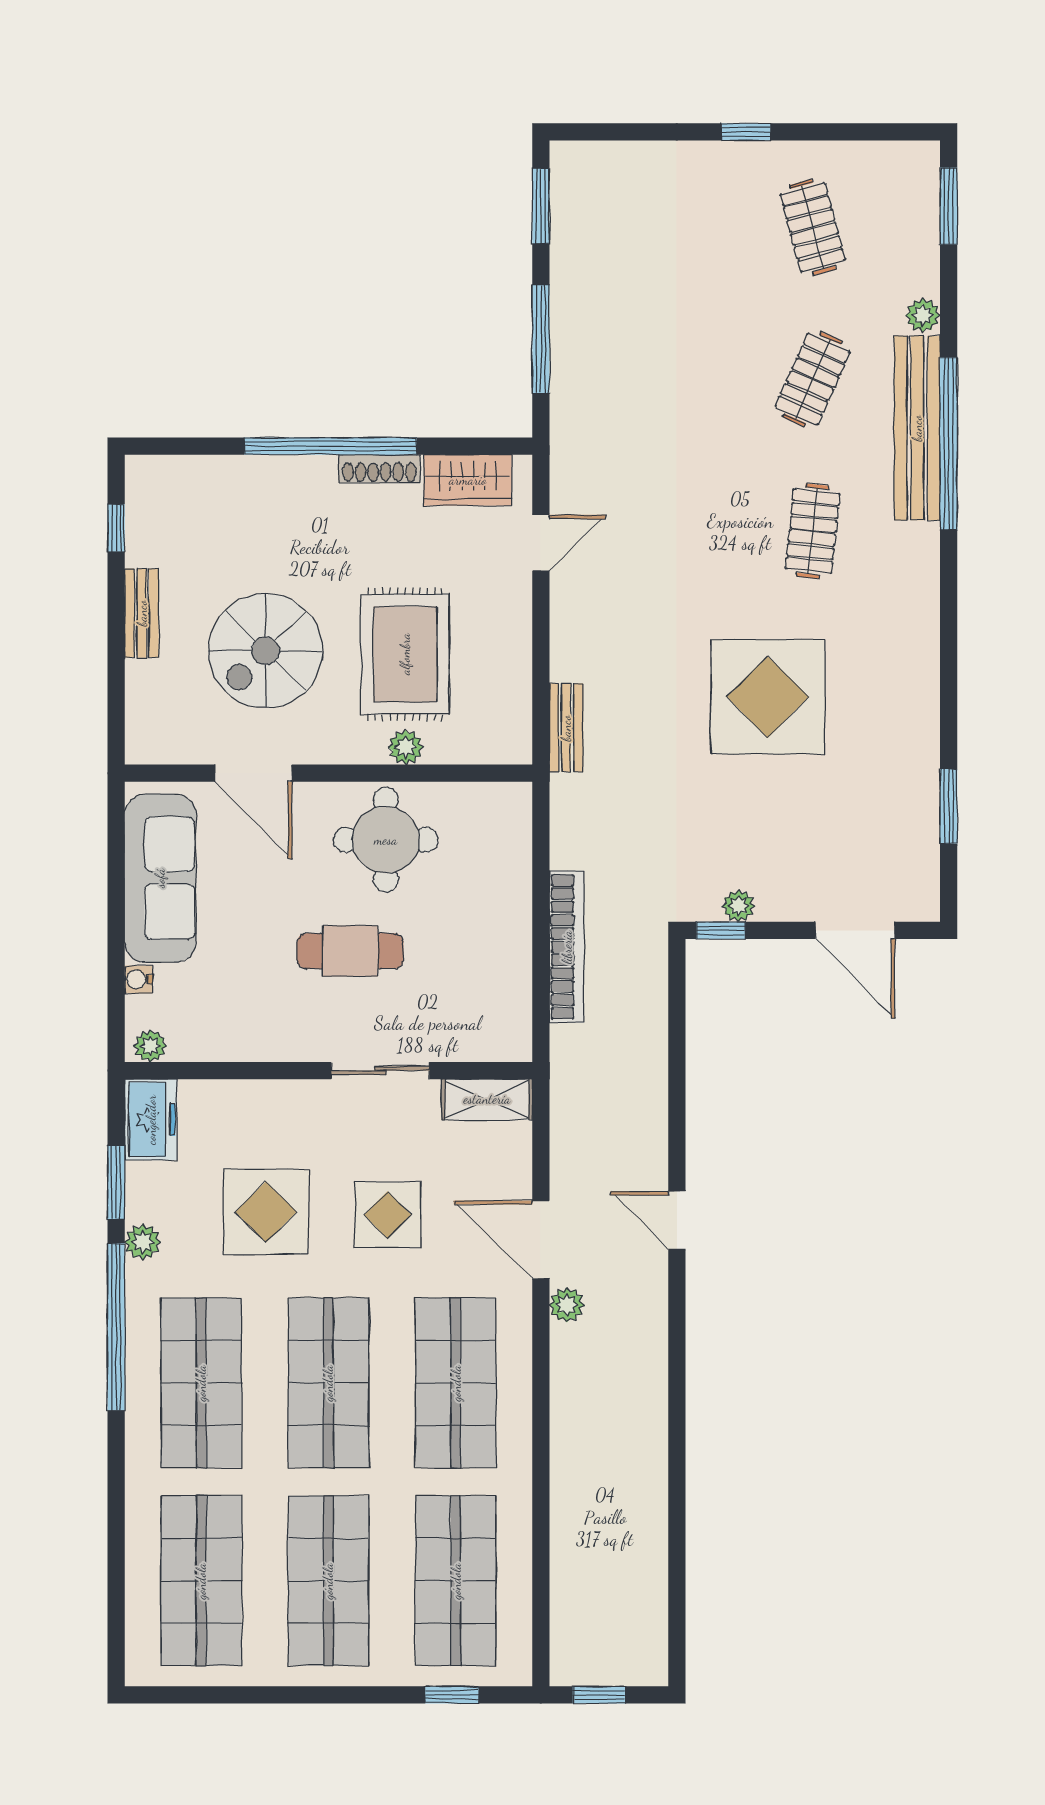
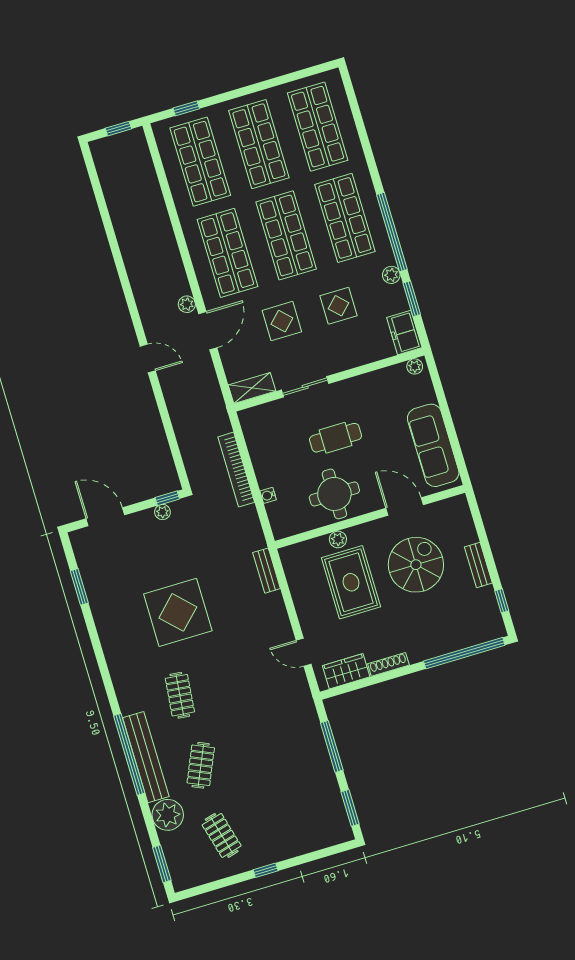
plant: (923, 315) -> (168, 815), width x1.88, depth x1.88
window: (331, 446) -> (464, 653), moved
door: (541, 543) -> (304, 652), hinge flipped
water cooler: (138, 979) -> (268, 495), moved, turned 180
display table: (266, 1212) -> (339, 306), width x0.73, depth x0.73
door: (541, 1240) -> (208, 331), hinge flipped

